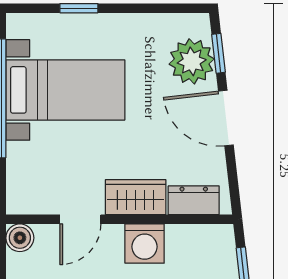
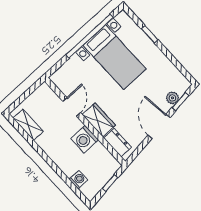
plant: (192, 61) -> (172, 98), width x0.53, depth x0.53
door: (80, 219) -> (72, 107), swing flipped
boiler: (20, 238) -> (44, 91), removed

